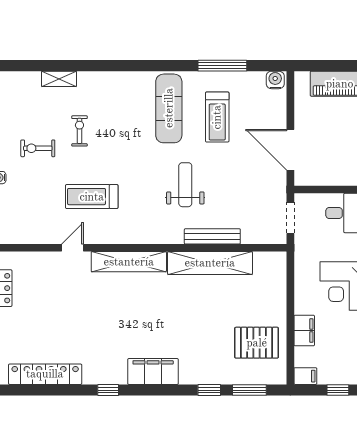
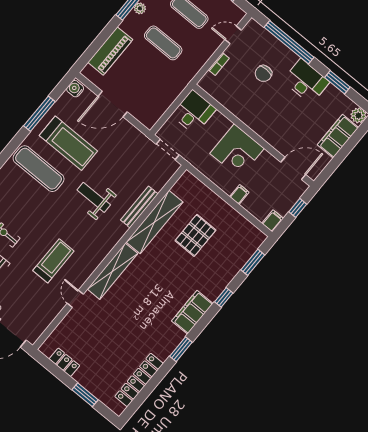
treadmill: (217, 117) -> (68, 143), width x1.37, depth x1.38
door: (290, 150) -> (113, 104), moved
treadmill: (92, 197) -> (53, 261), turned 180
filing cabinet: (304, 330) -> (239, 194), width x0.50
pallet: (257, 343) -> (195, 235), moved
window: (108, 390) -> (181, 349), width x1.50
window: (209, 390) -> (224, 297), moved

